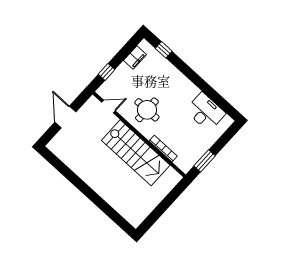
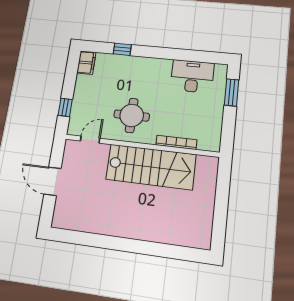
window: (164, 50) -> (122, 49), moved
filing cabinet: (135, 58) -> (86, 63), moved
window: (205, 161) -> (232, 92), moved

